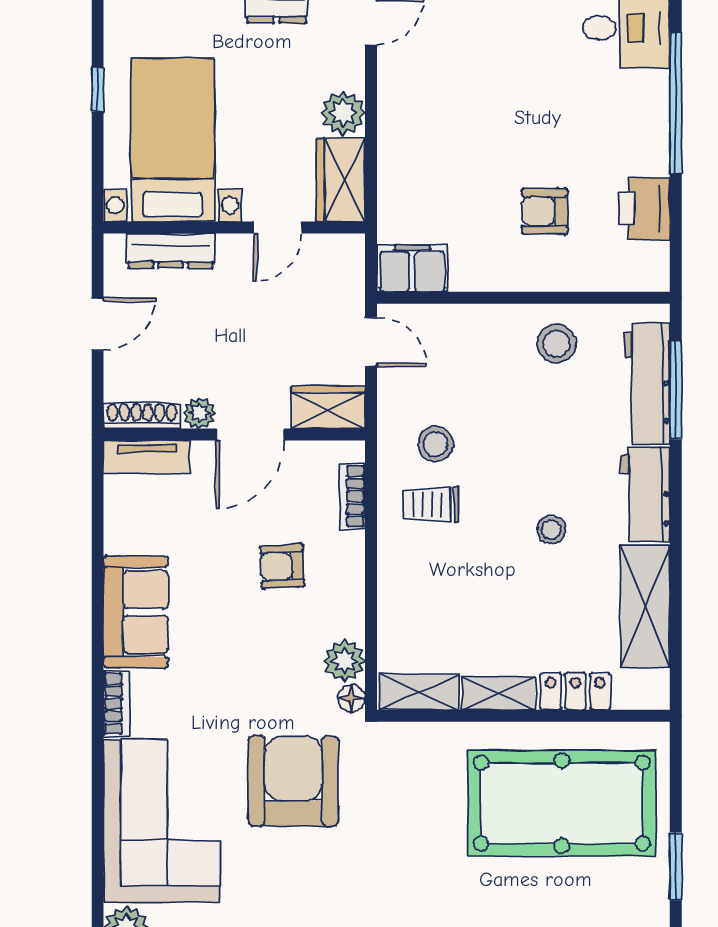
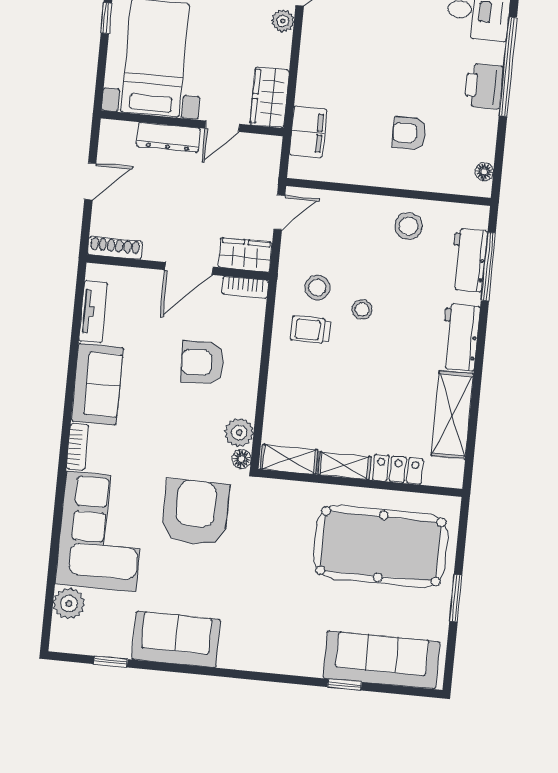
plant: (343, 113) -> (283, 21), moved, width x0.73, depth x0.73
printer: (644, 208) -> (484, 86), moved
dresser: (171, 251) -> (168, 137), moved
floor lamp: (657, 256) -> (484, 172), added
filing cabinet: (412, 268) -> (308, 132), moved, turned 90
door: (371, 342) -> (279, 212), hinge flipped
workbench: (647, 384) -> (469, 260), width x0.73
plant: (199, 413) -> (155, 250), removed
tv unit: (147, 457) -> (93, 312), moved, turned -90
bookcase: (352, 496) -> (245, 287), moved, turned -90
stool: (551, 529) -> (362, 309), moved
armchair: (282, 566) -> (202, 362), width x1.38, depth x1.38

